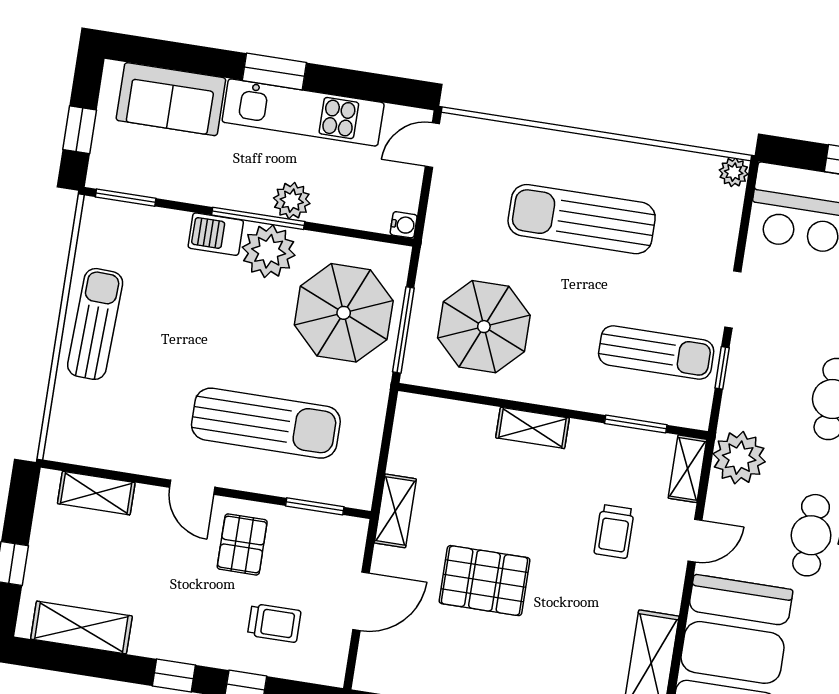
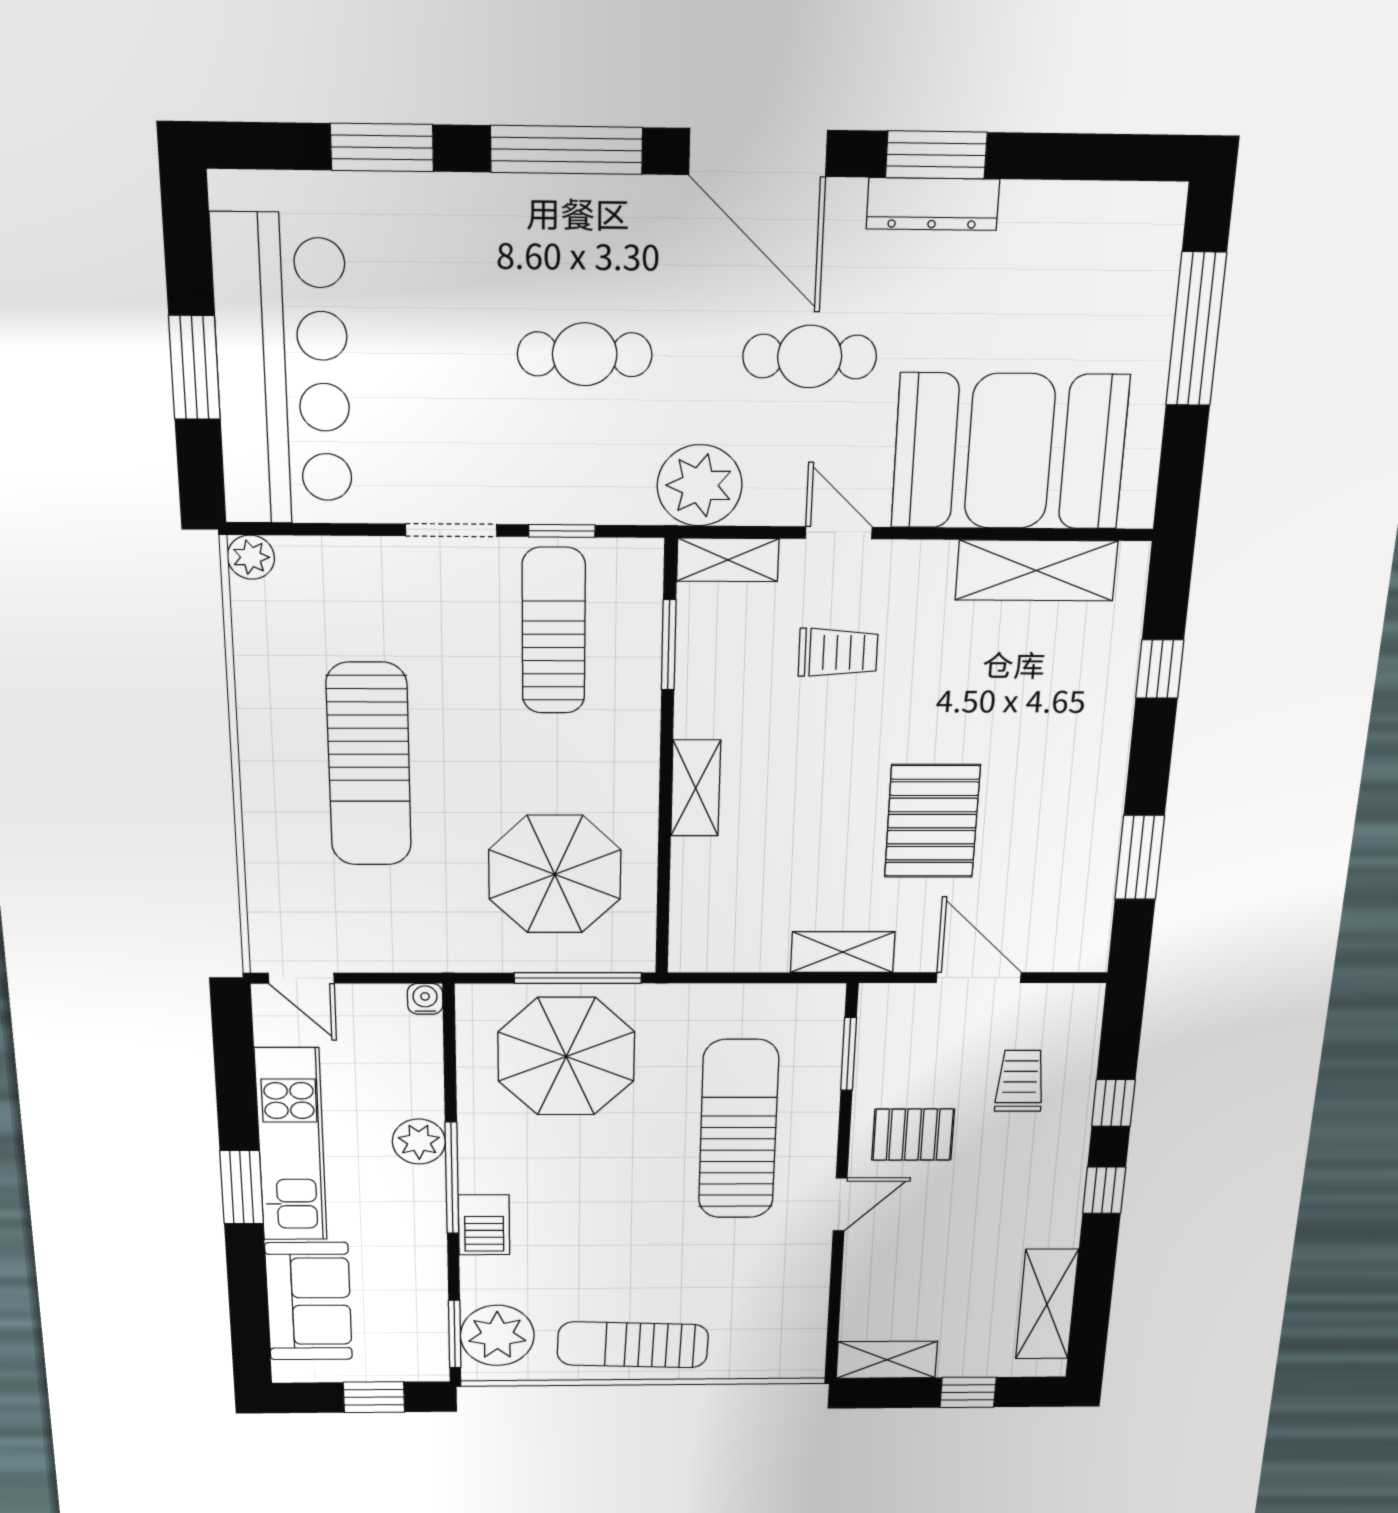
plant: (269, 251) -> (497, 1335), moved
shelving: (96, 493) -> (887, 1360), moved, turned 90

